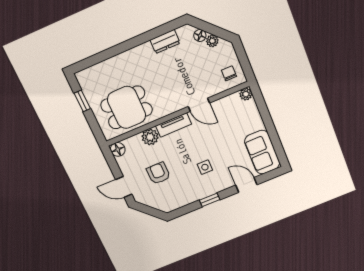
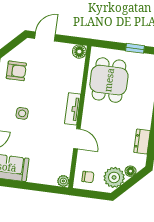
plant: (212, 41) -> (114, 177), width x1.87, depth x1.87
door: (199, 105) -> (77, 139), swing flipped
plant: (150, 137) -> (74, 84), removed
armchair: (158, 173) -> (16, 71), moved

